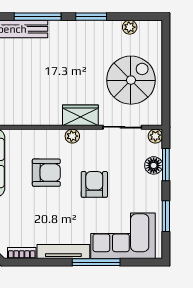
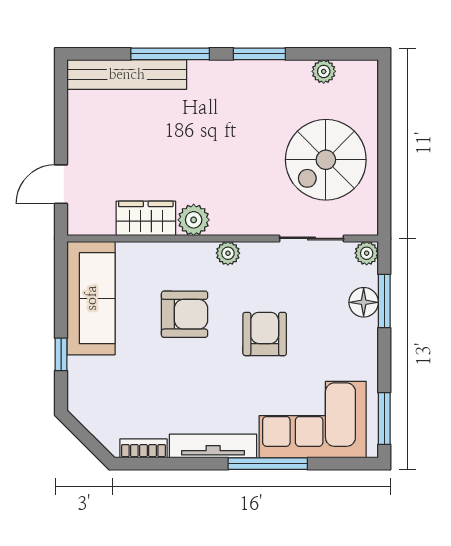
spiral stairs: (131, 80) -> (326, 160), turned 180
wardrobe: (80, 115) -> (146, 218), moved
plant: (52, 116) -> (194, 220), added
window: (166, 216) -> (384, 419), moved

